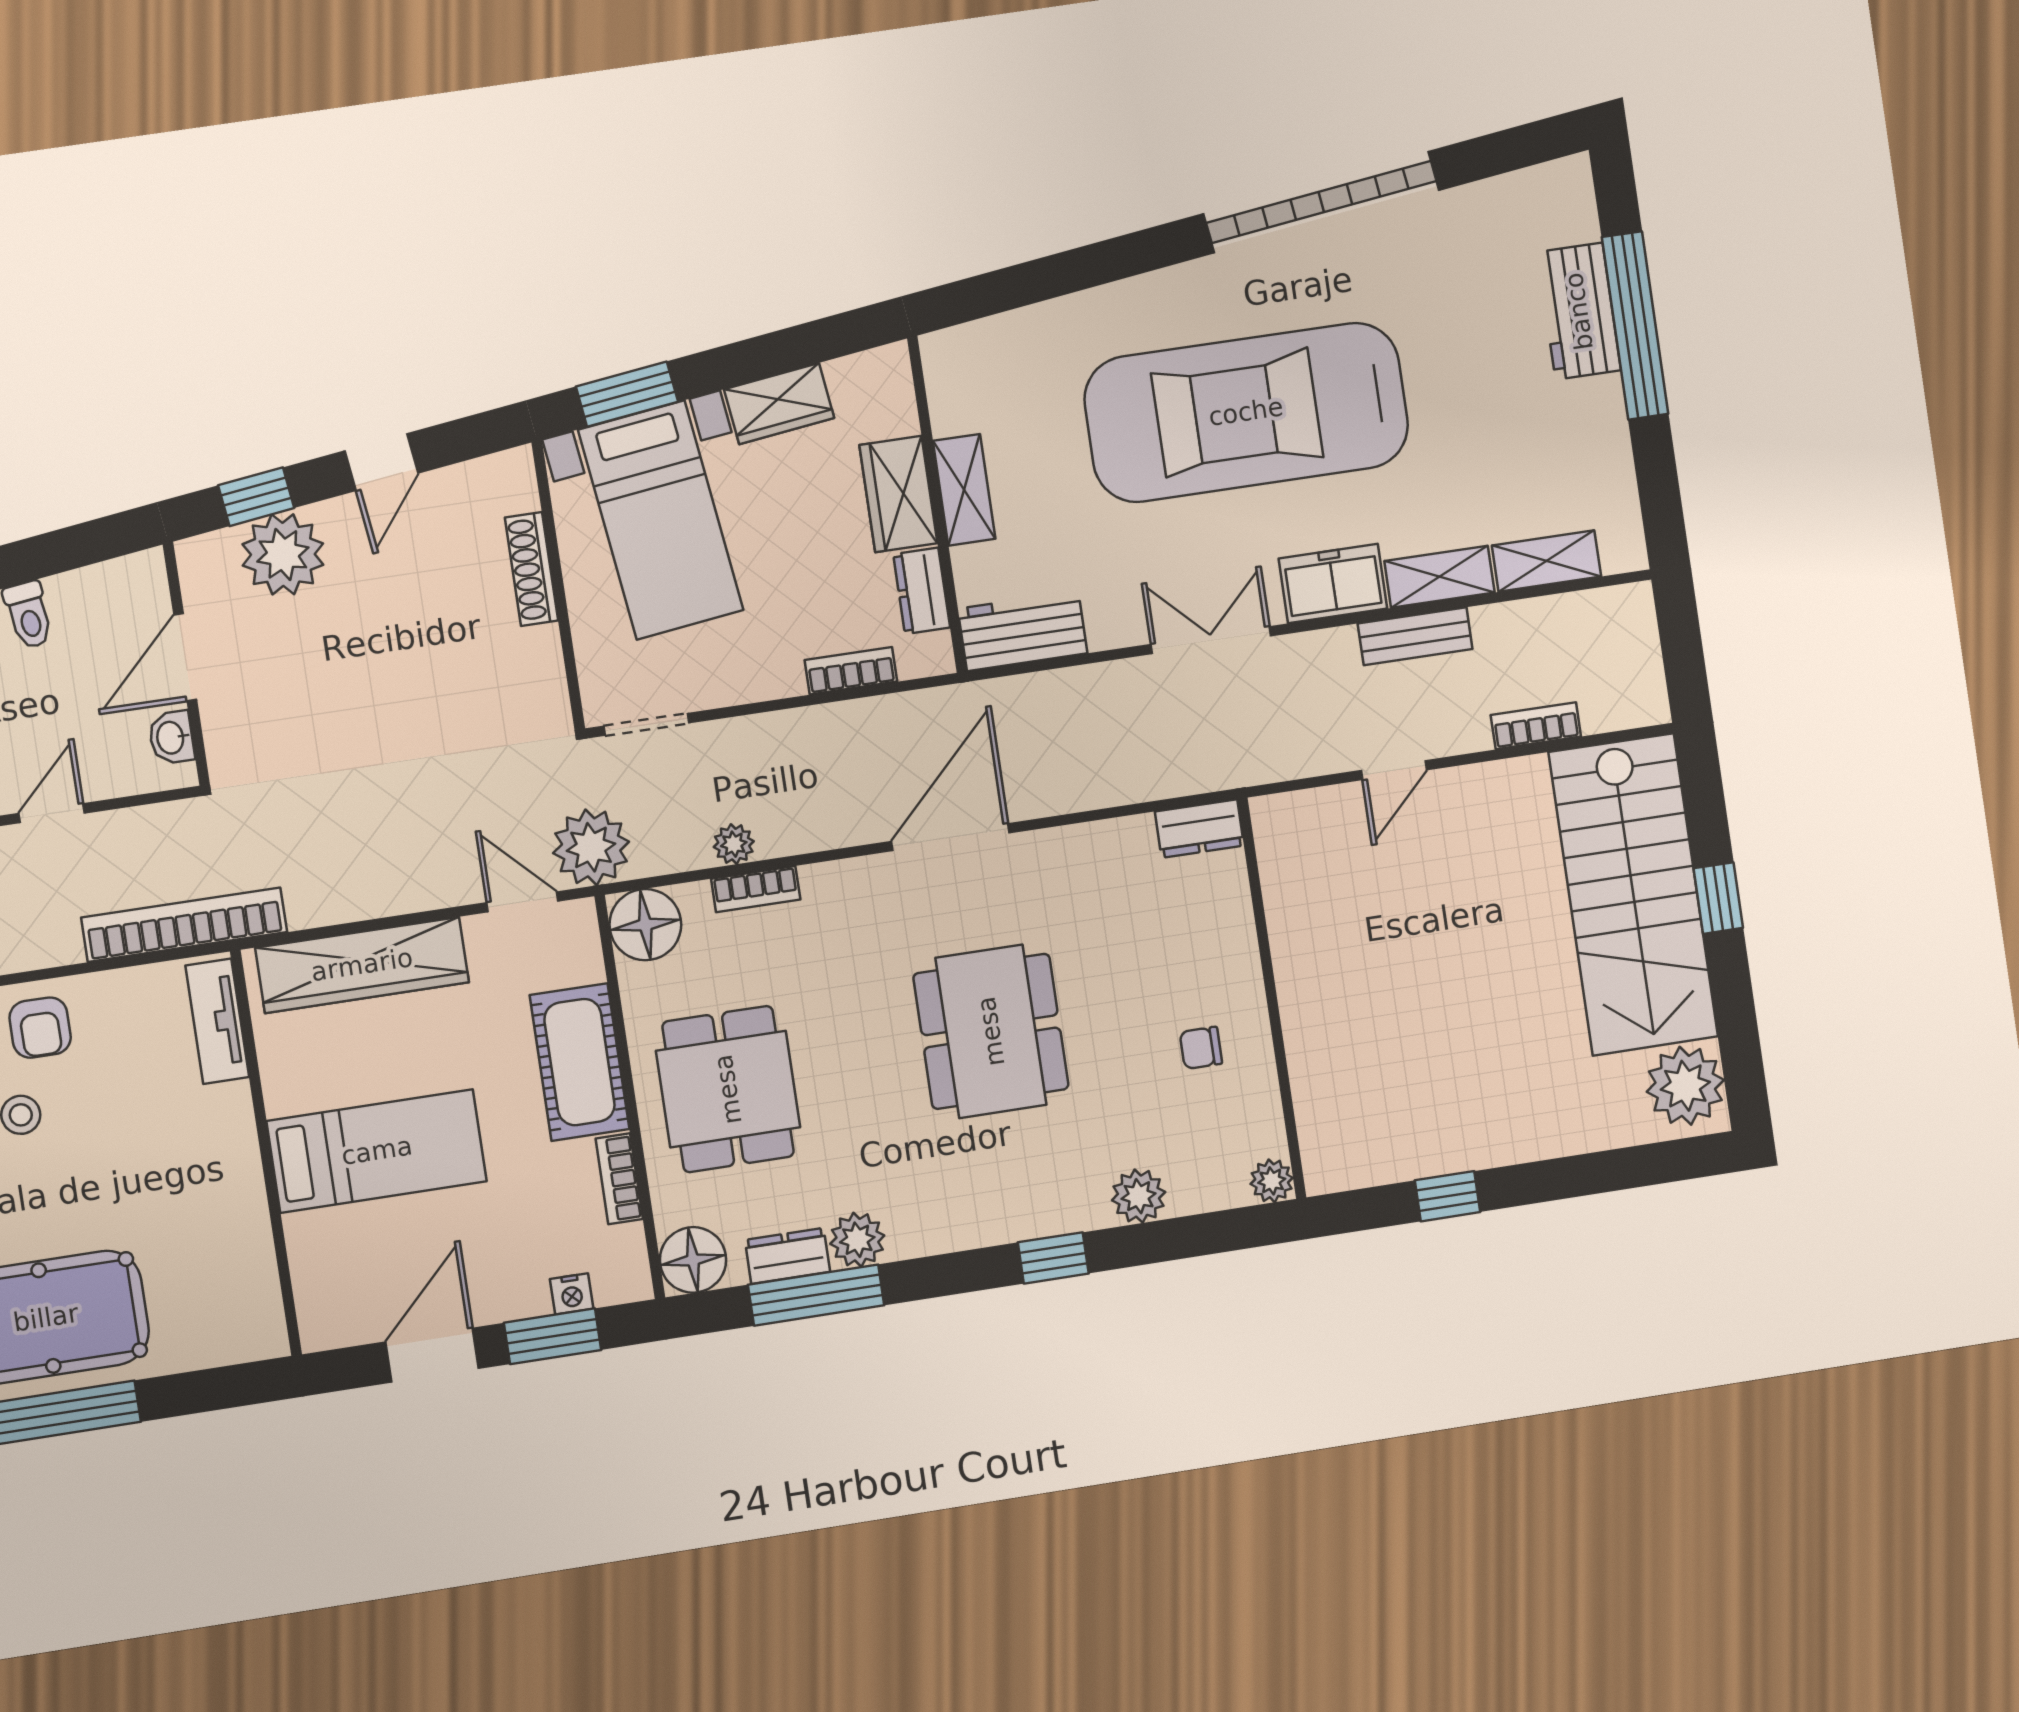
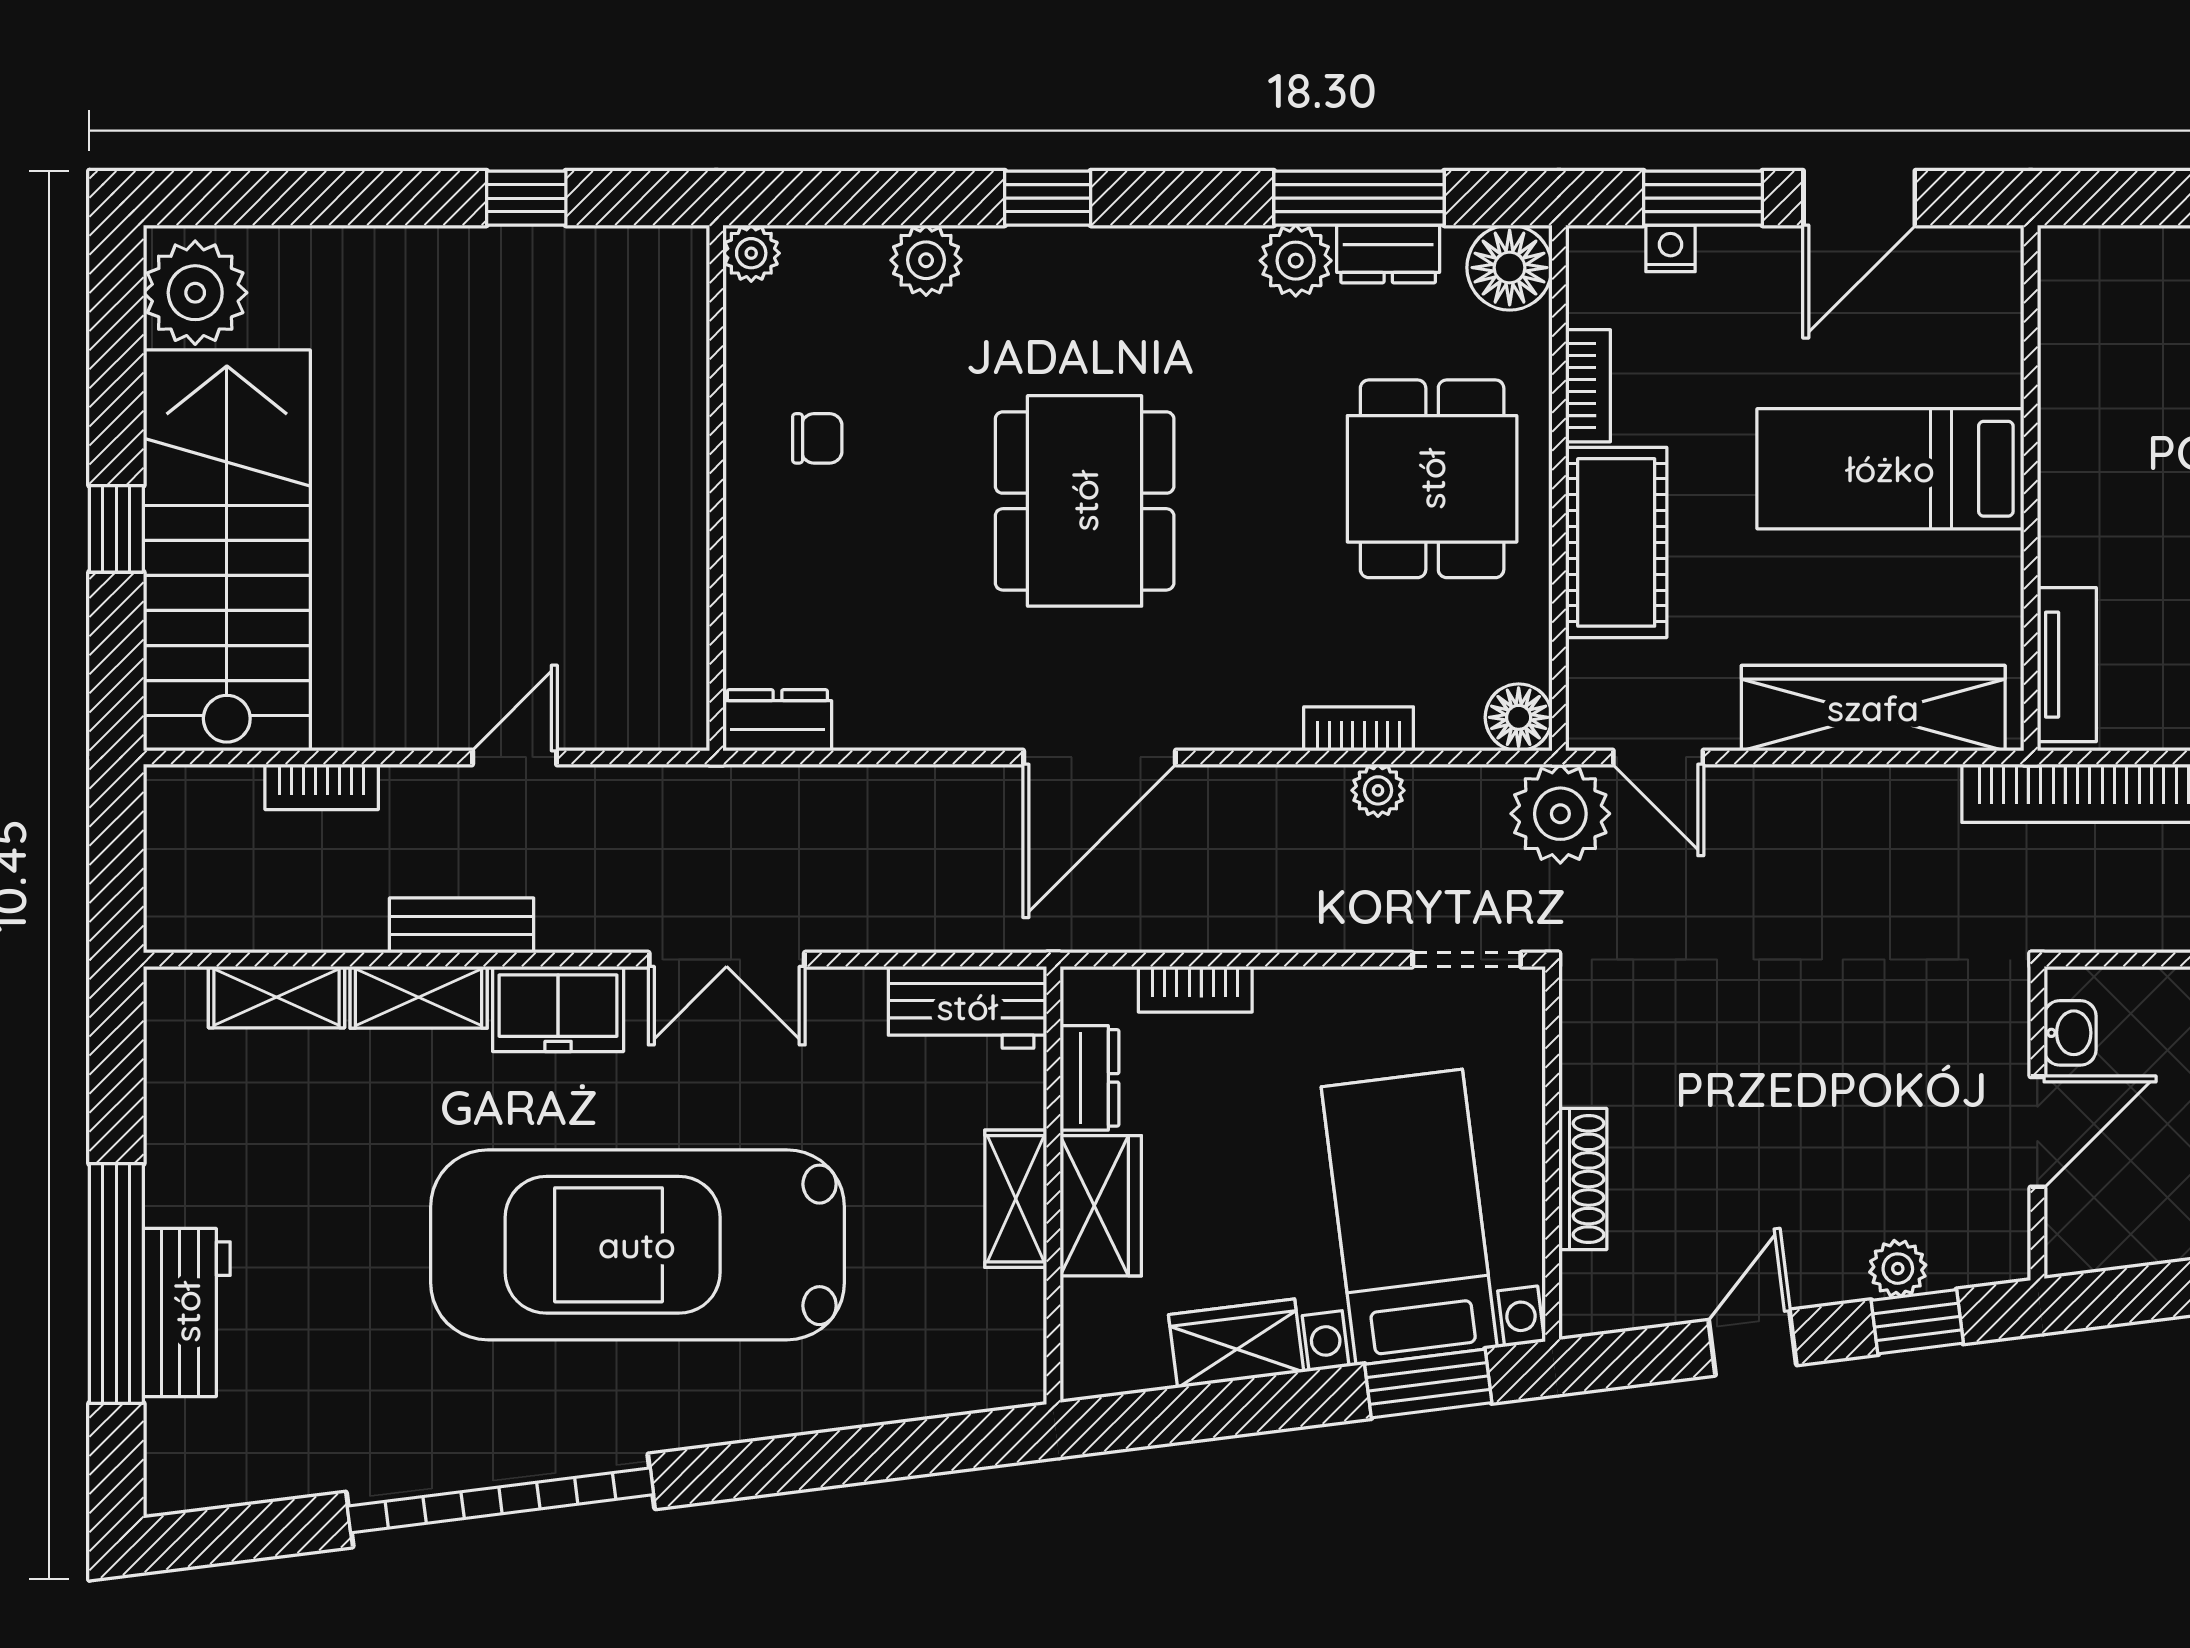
car: (1246, 412) -> (637, 1245), turned 180
plant: (283, 554) -> (1898, 1269), width x0.53, depth x0.53
floor lamp: (645, 925) -> (1519, 717), width x0.73, depth x0.73

